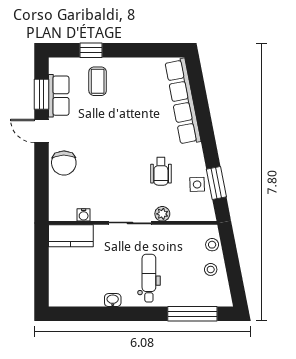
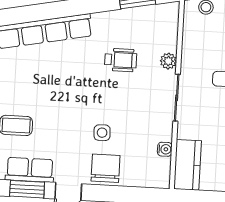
chair: (64, 163) -> (106, 168), turned -89
side table: (197, 184) -> (102, 133), moved

